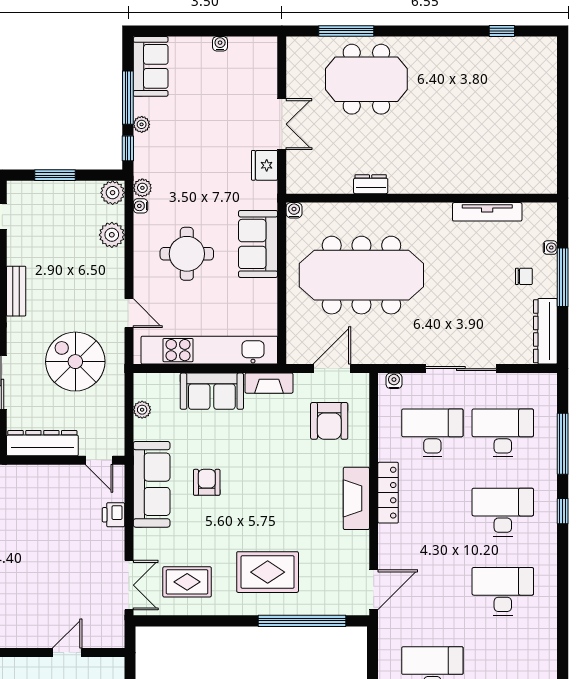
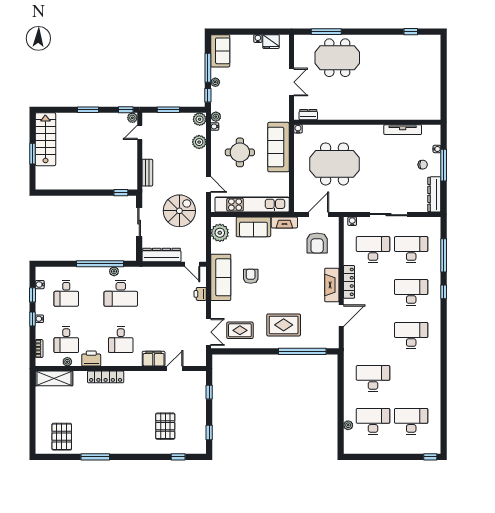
fridge: (265, 165) -> (271, 42), moved, turned -90
dresser: (371, 184) -> (308, 115), moved
sofa: (258, 244) -> (278, 147), width x1.36
meeting table: (361, 275) -> (335, 164), width x0.73
spiral stairs: (75, 362) -> (179, 211), turned 90
plant: (142, 410) -> (220, 233), width x1.87, depth x1.87
door: (374, 590) -> (341, 316), moved
filing cabinet: (28, 634) -> (154, 359), added

